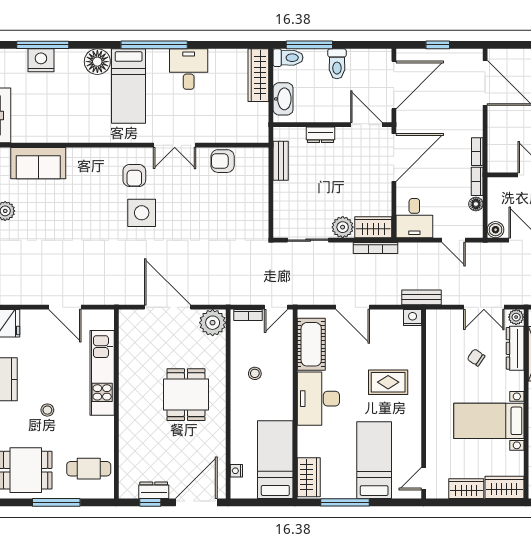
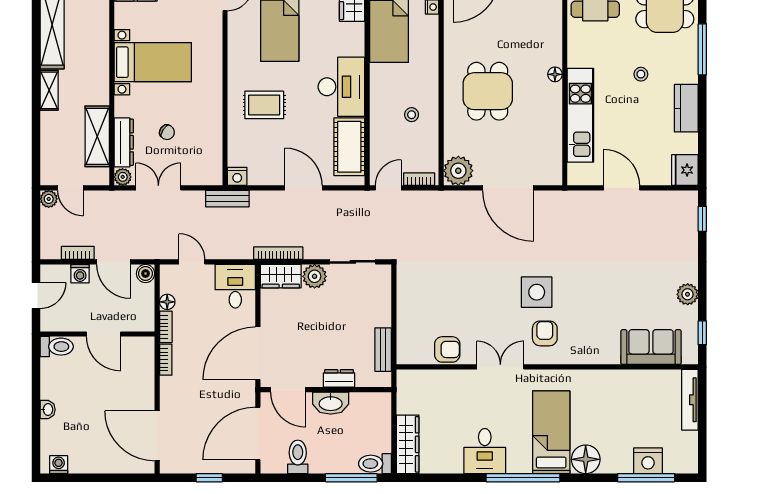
toilet: (337, 64) -> (298, 457), moved
washbasin: (283, 99) -> (331, 403), moved, turned -90
floor lamp: (125, 410) -> (555, 74), added

